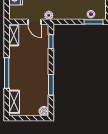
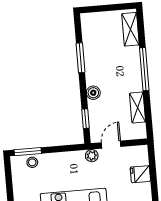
door: (34, 22) -> (111, 145), hinge flipped
shelving: (14, 35) -> (138, 108), moved
boiler: (44, 111) -> (93, 93), moved

